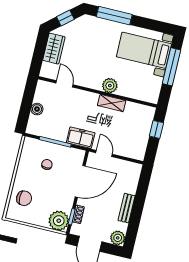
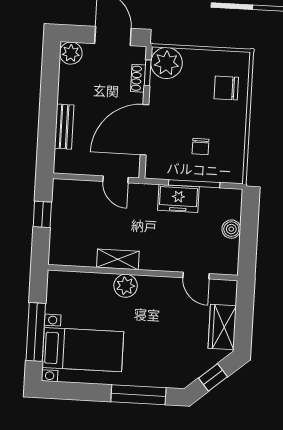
window: (156, 129) -> (42, 214), moved
freezer: (81, 138) -> (178, 198), moved
bench: (127, 208) -> (64, 127), moved

